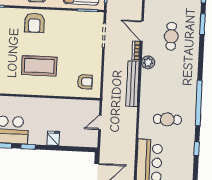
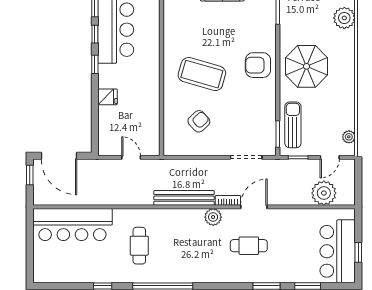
coffee table: (39, 66) -> (202, 74), turned -74
armchair: (85, 82) -> (199, 121), moved, turned -133

